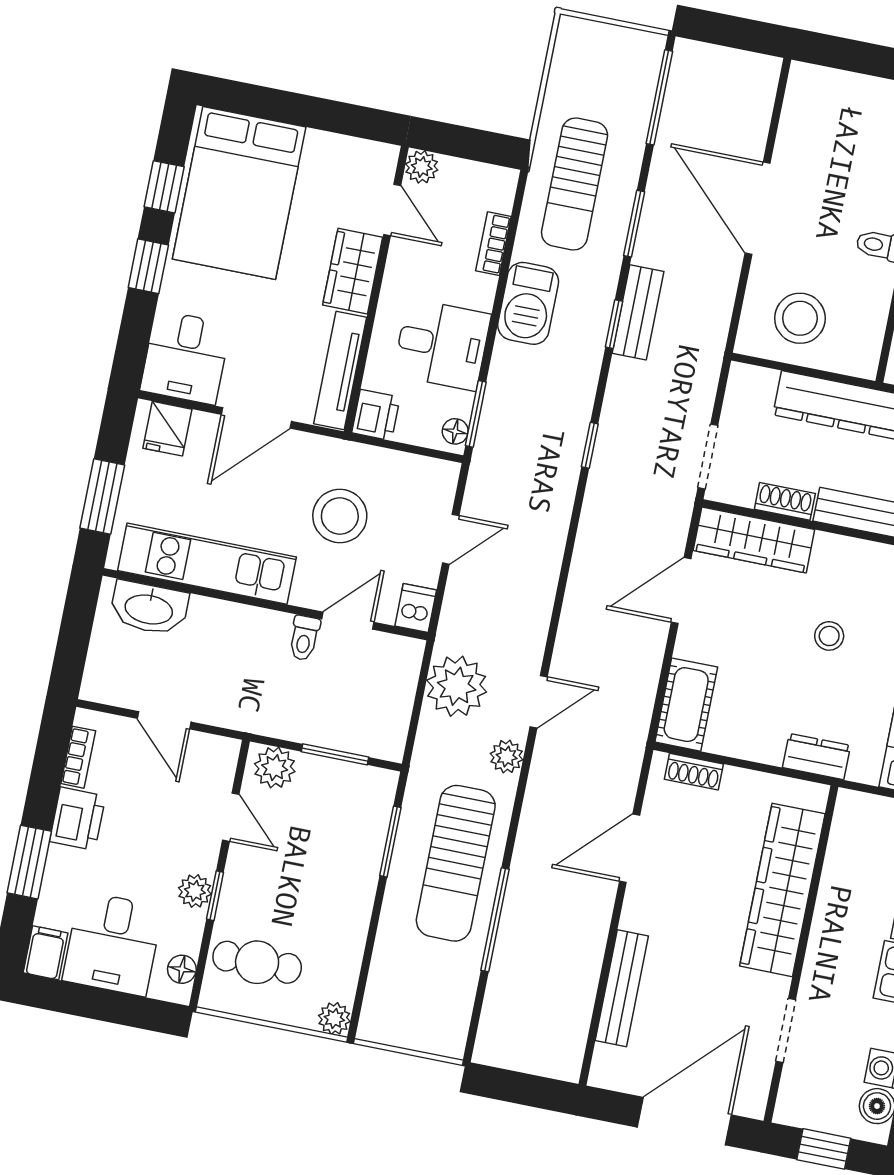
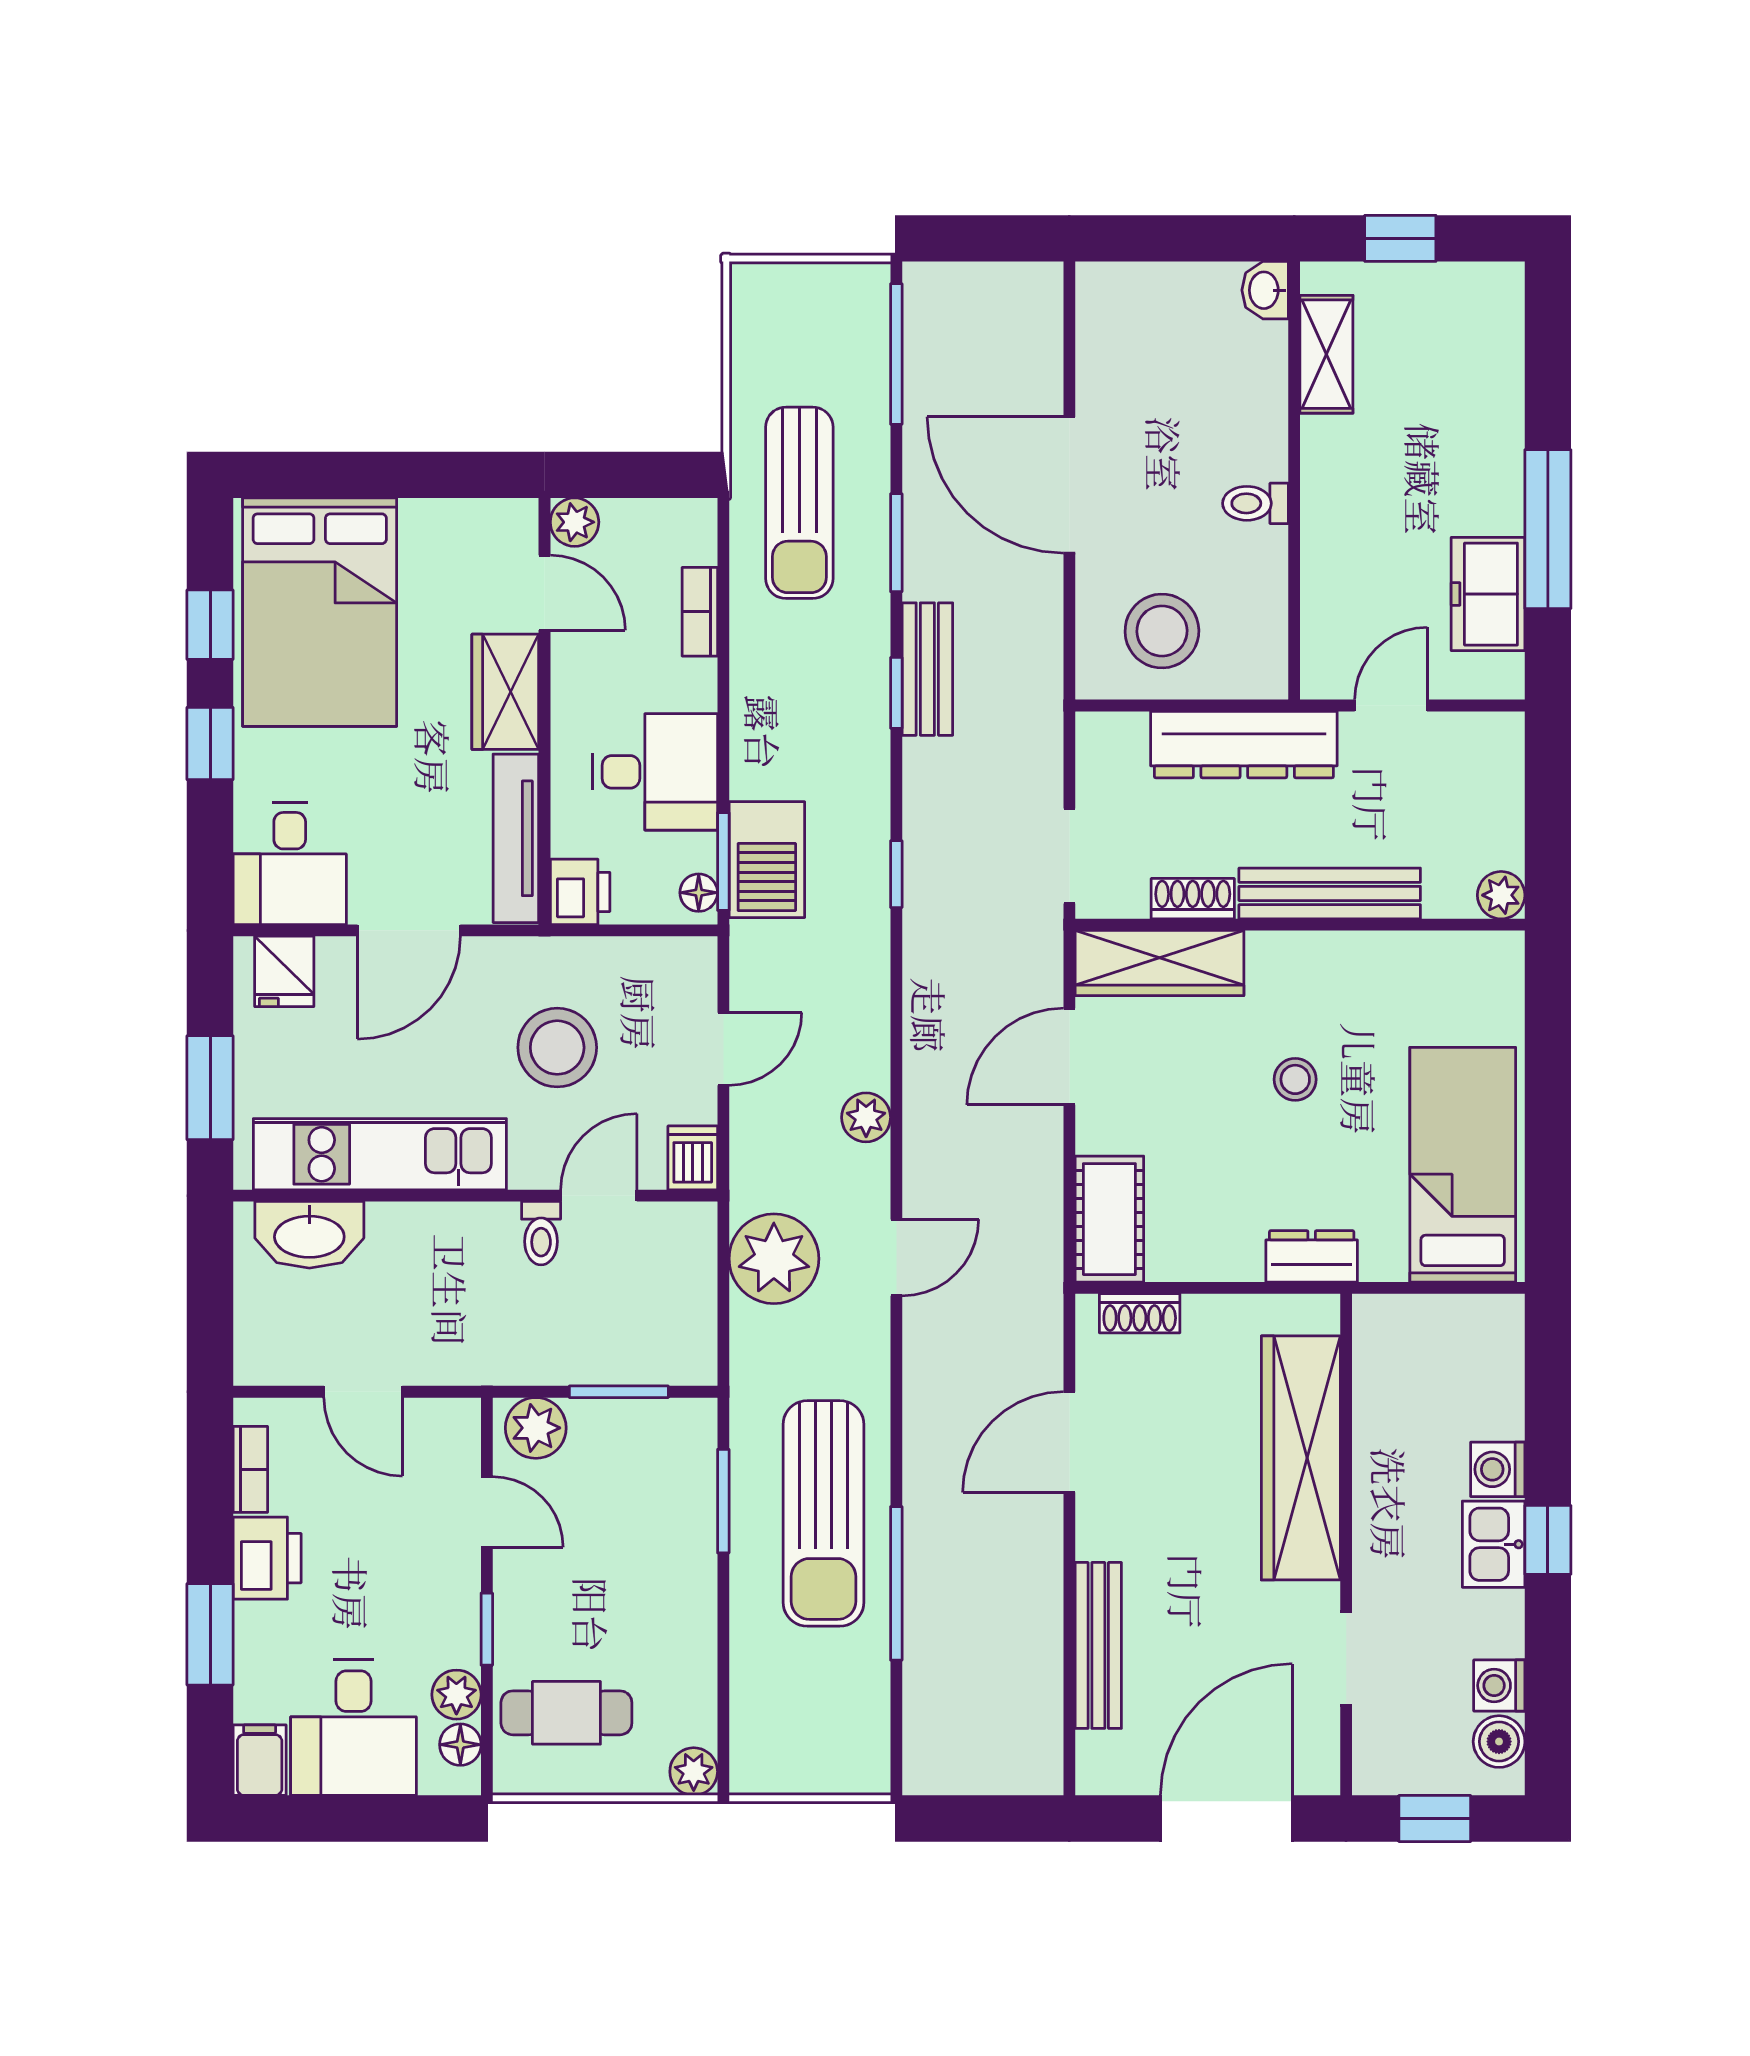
barbecue: (528, 303) -> (767, 860), moved
plant: (507, 757) -> (866, 1117), moved
plant: (195, 891) -> (456, 1695), moved

